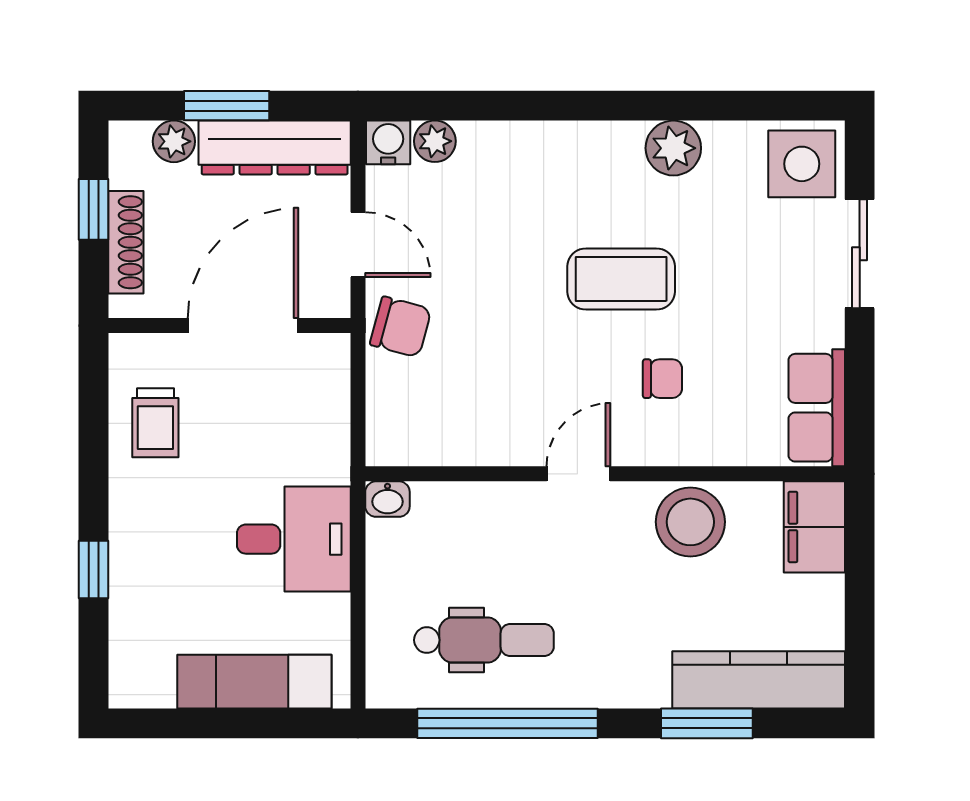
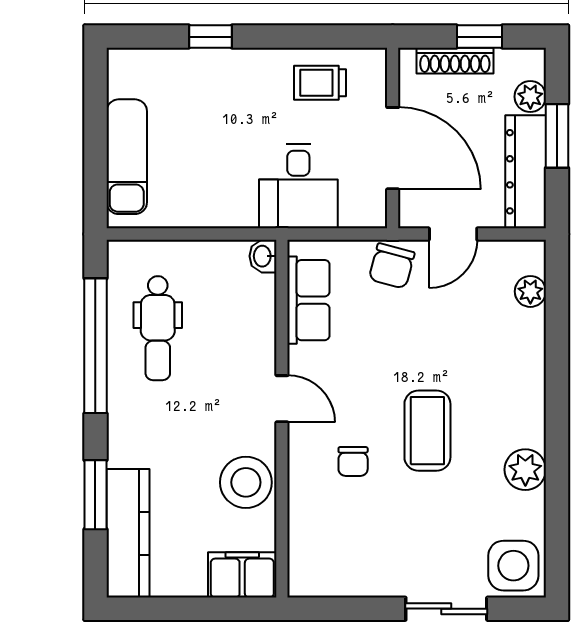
water cooler: (388, 142) -> (530, 257), removed
row of seats: (817, 408) -> (308, 300), moved, turned 90
desk: (294, 539) -> (298, 186), moved

